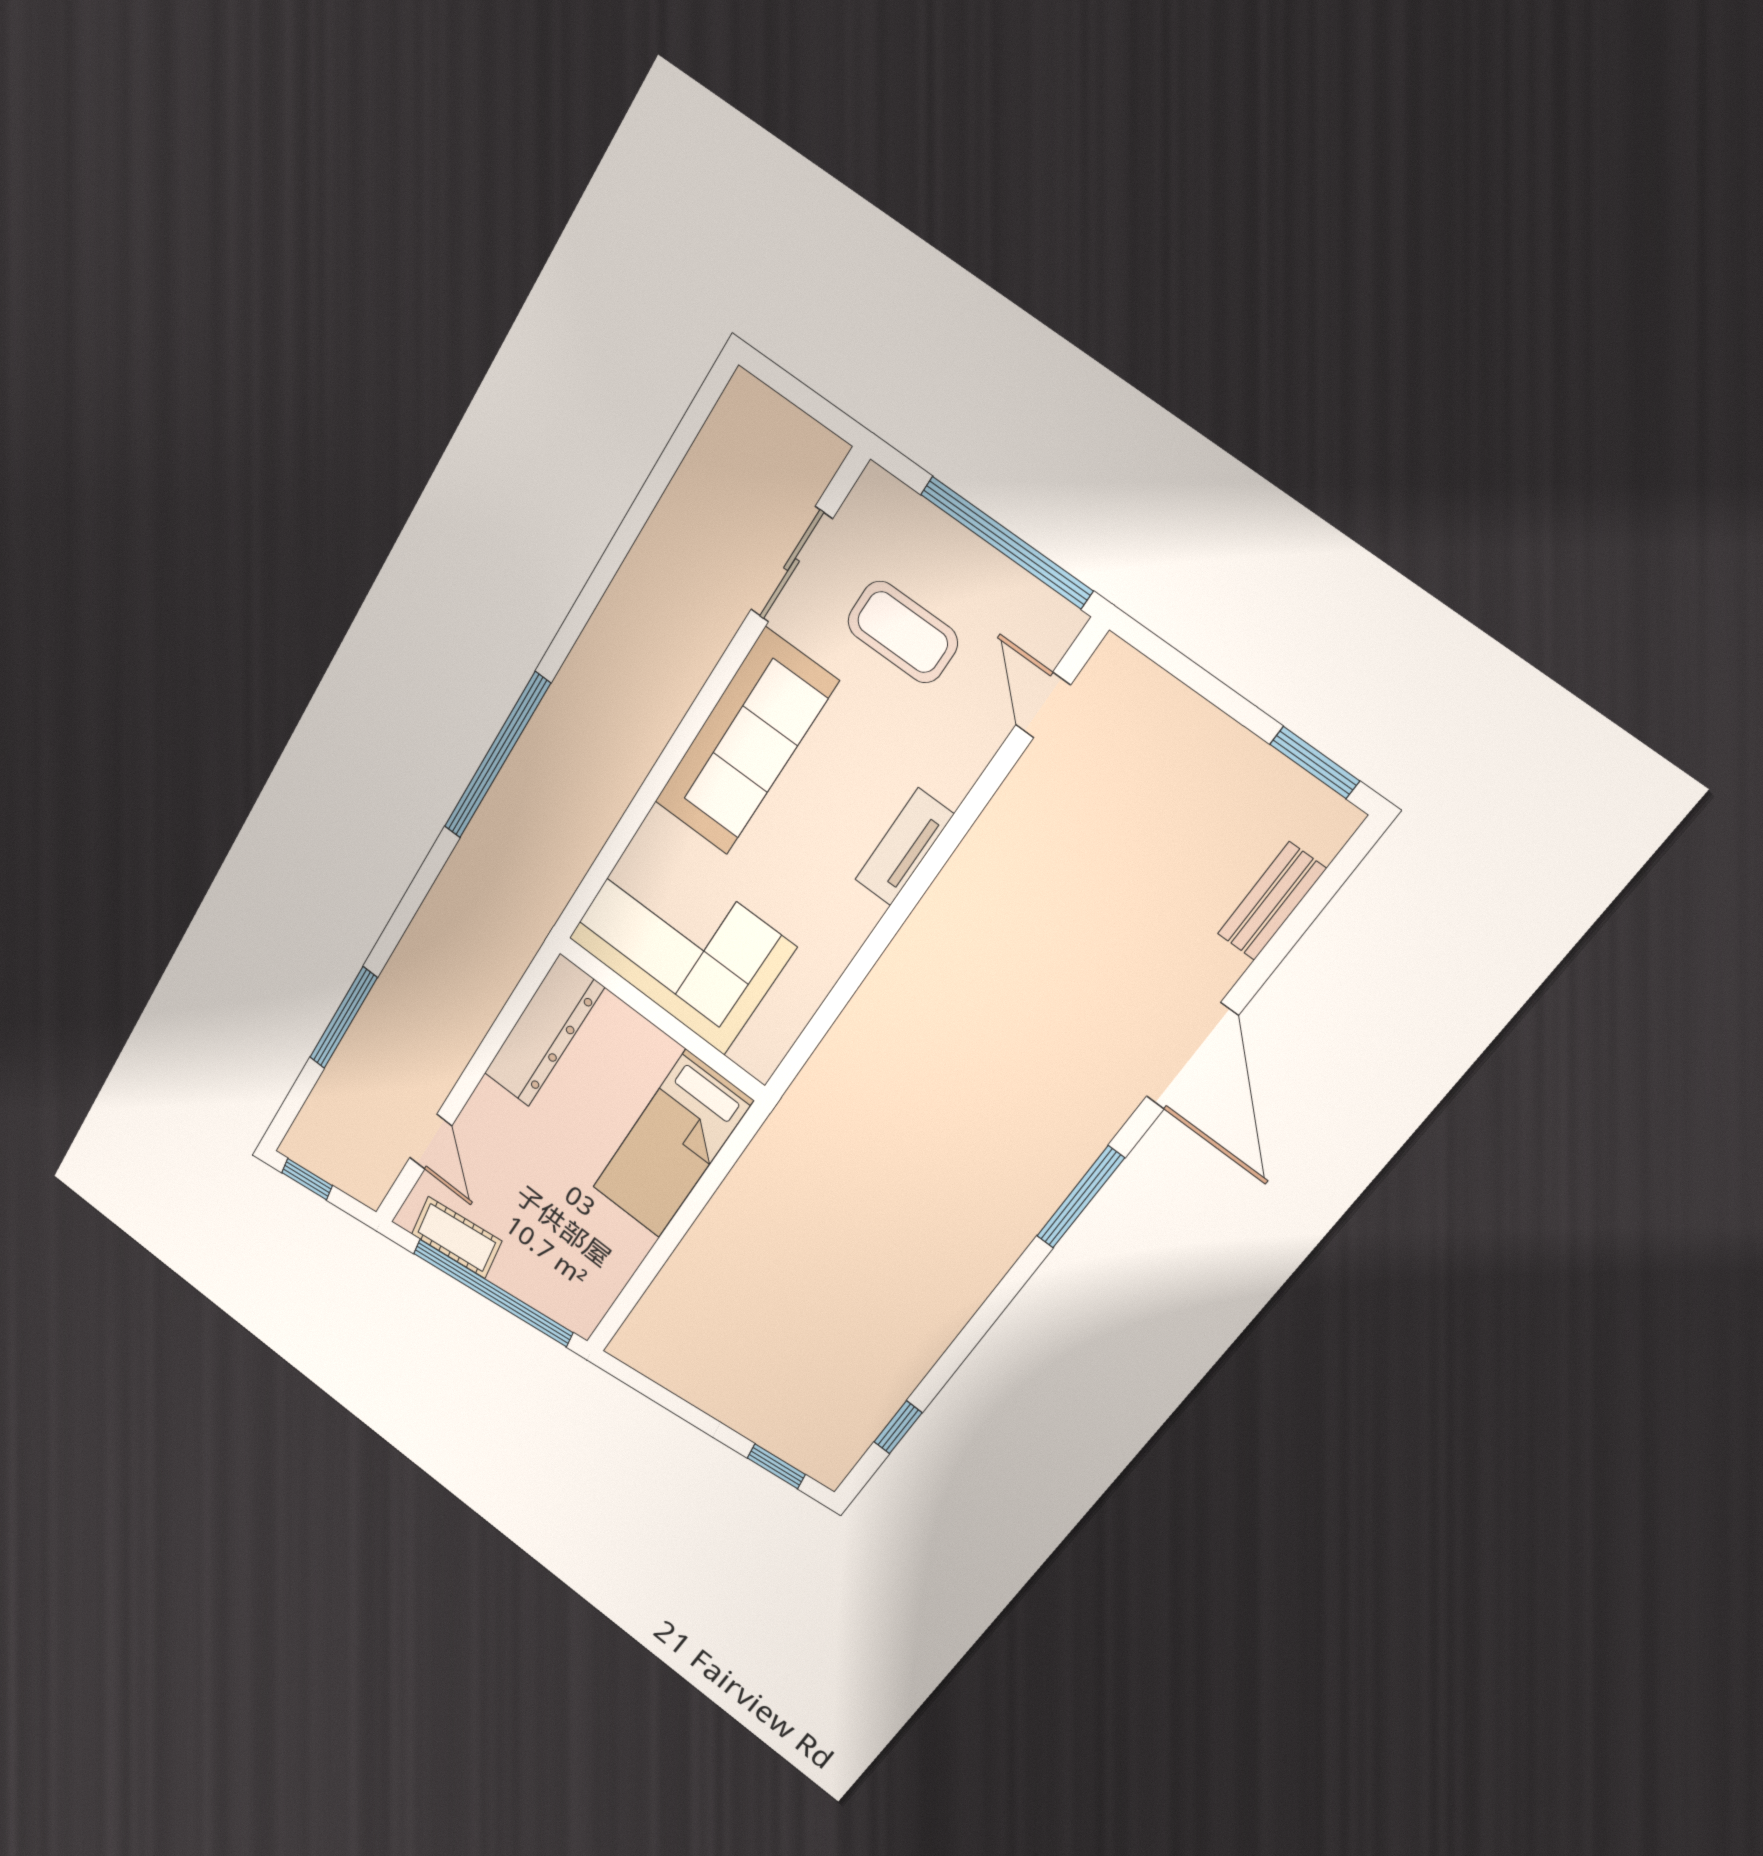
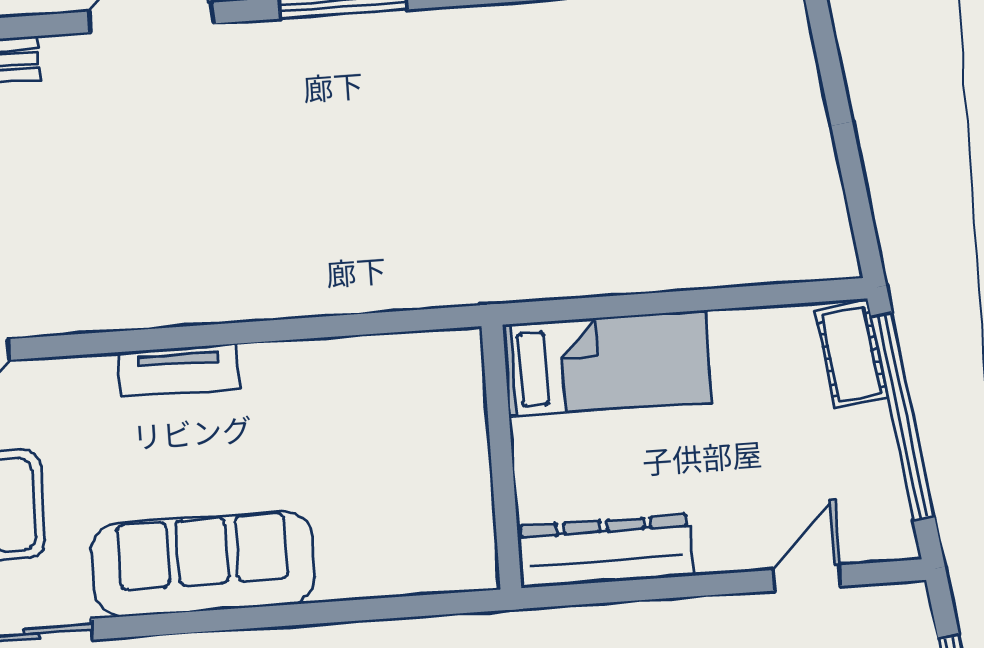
corner sofa: (681, 942) -> (419, 491), removed
cot: (457, 1237) -> (851, 354), moved
window: (776, 1466) -> (826, 48), removed

